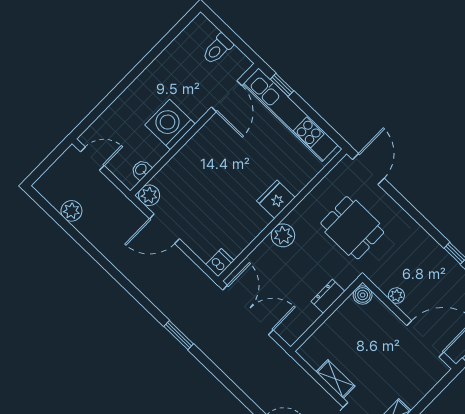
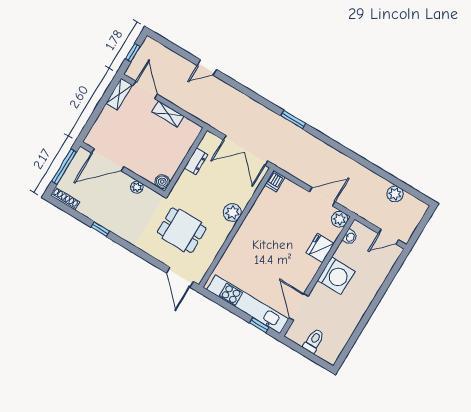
fridge: (276, 199) -> (320, 248), moved, turned 180
dresser: (328, 296) -> (196, 161), moved

